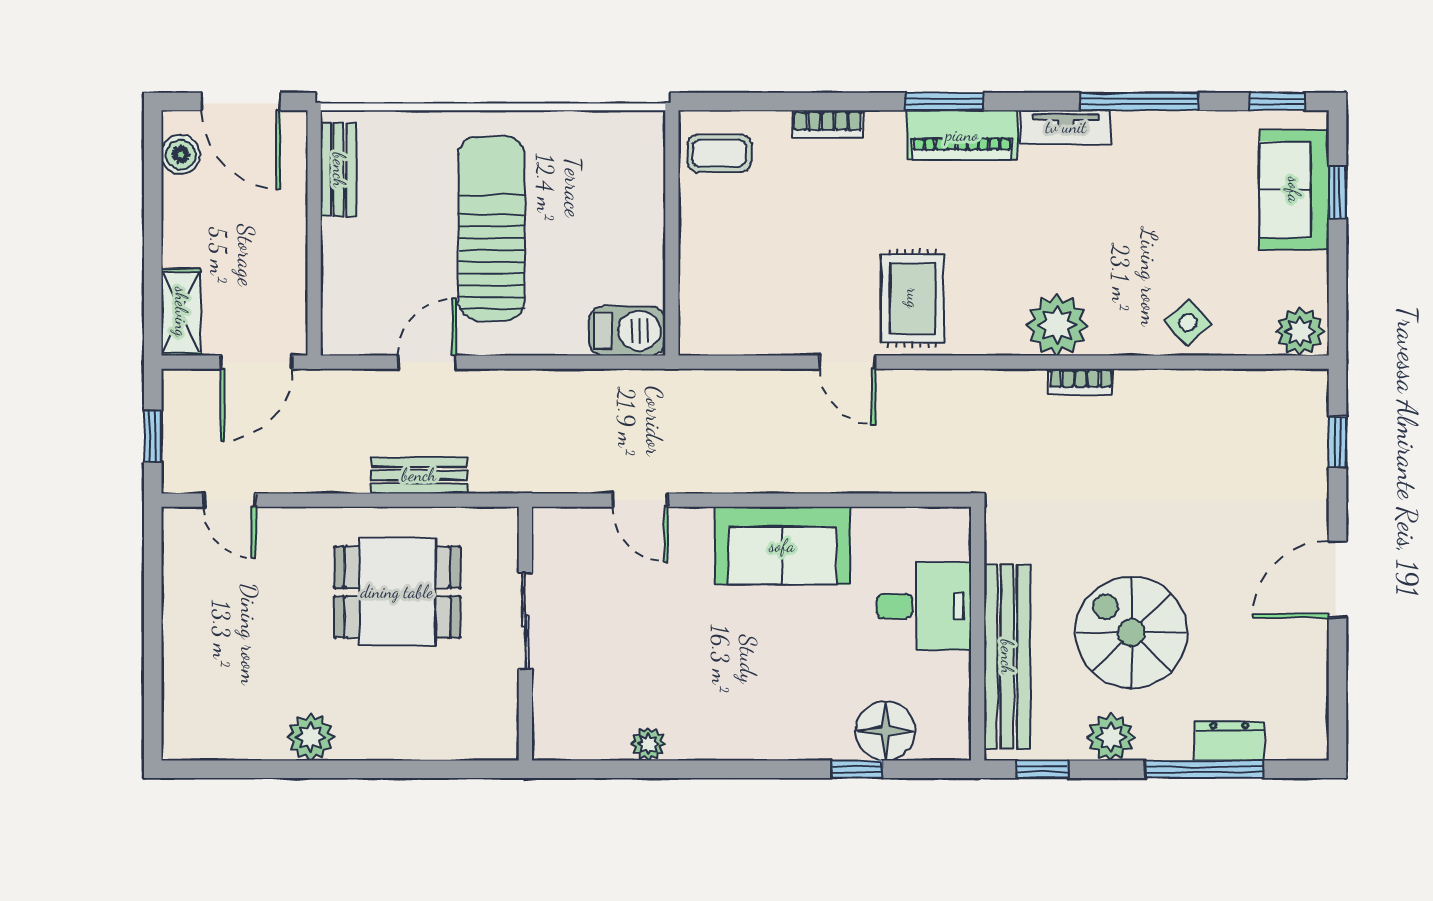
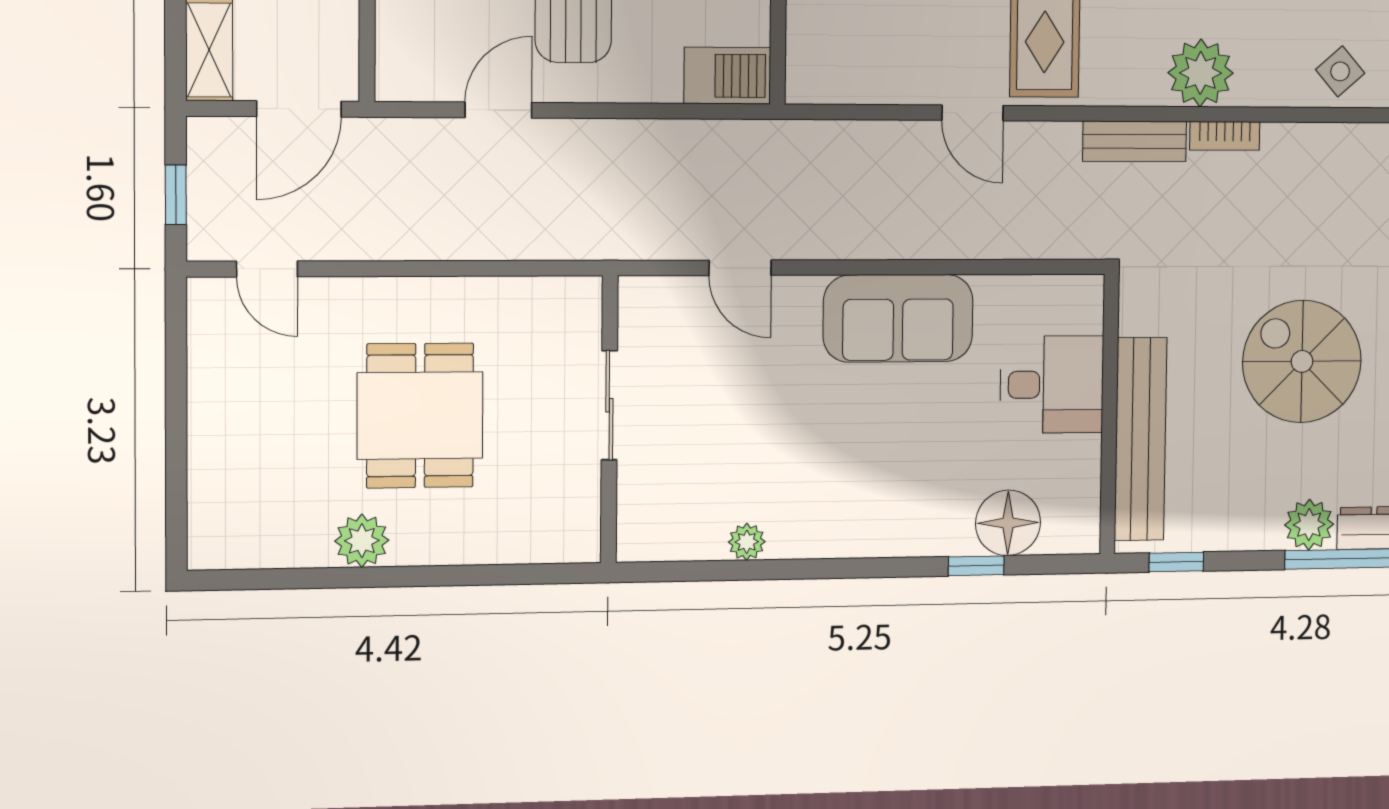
bench: (419, 475) -> (1135, 141), moved
dining table: (397, 592) -> (420, 416), moved, turned 90
spiral stairs: (1131, 633) -> (1302, 361), moved
plant: (1111, 737) -> (1309, 525), moved

